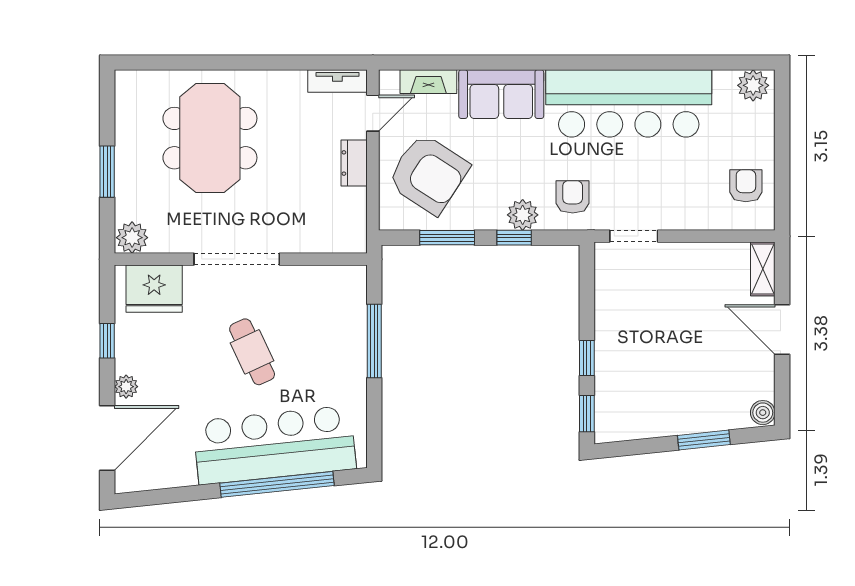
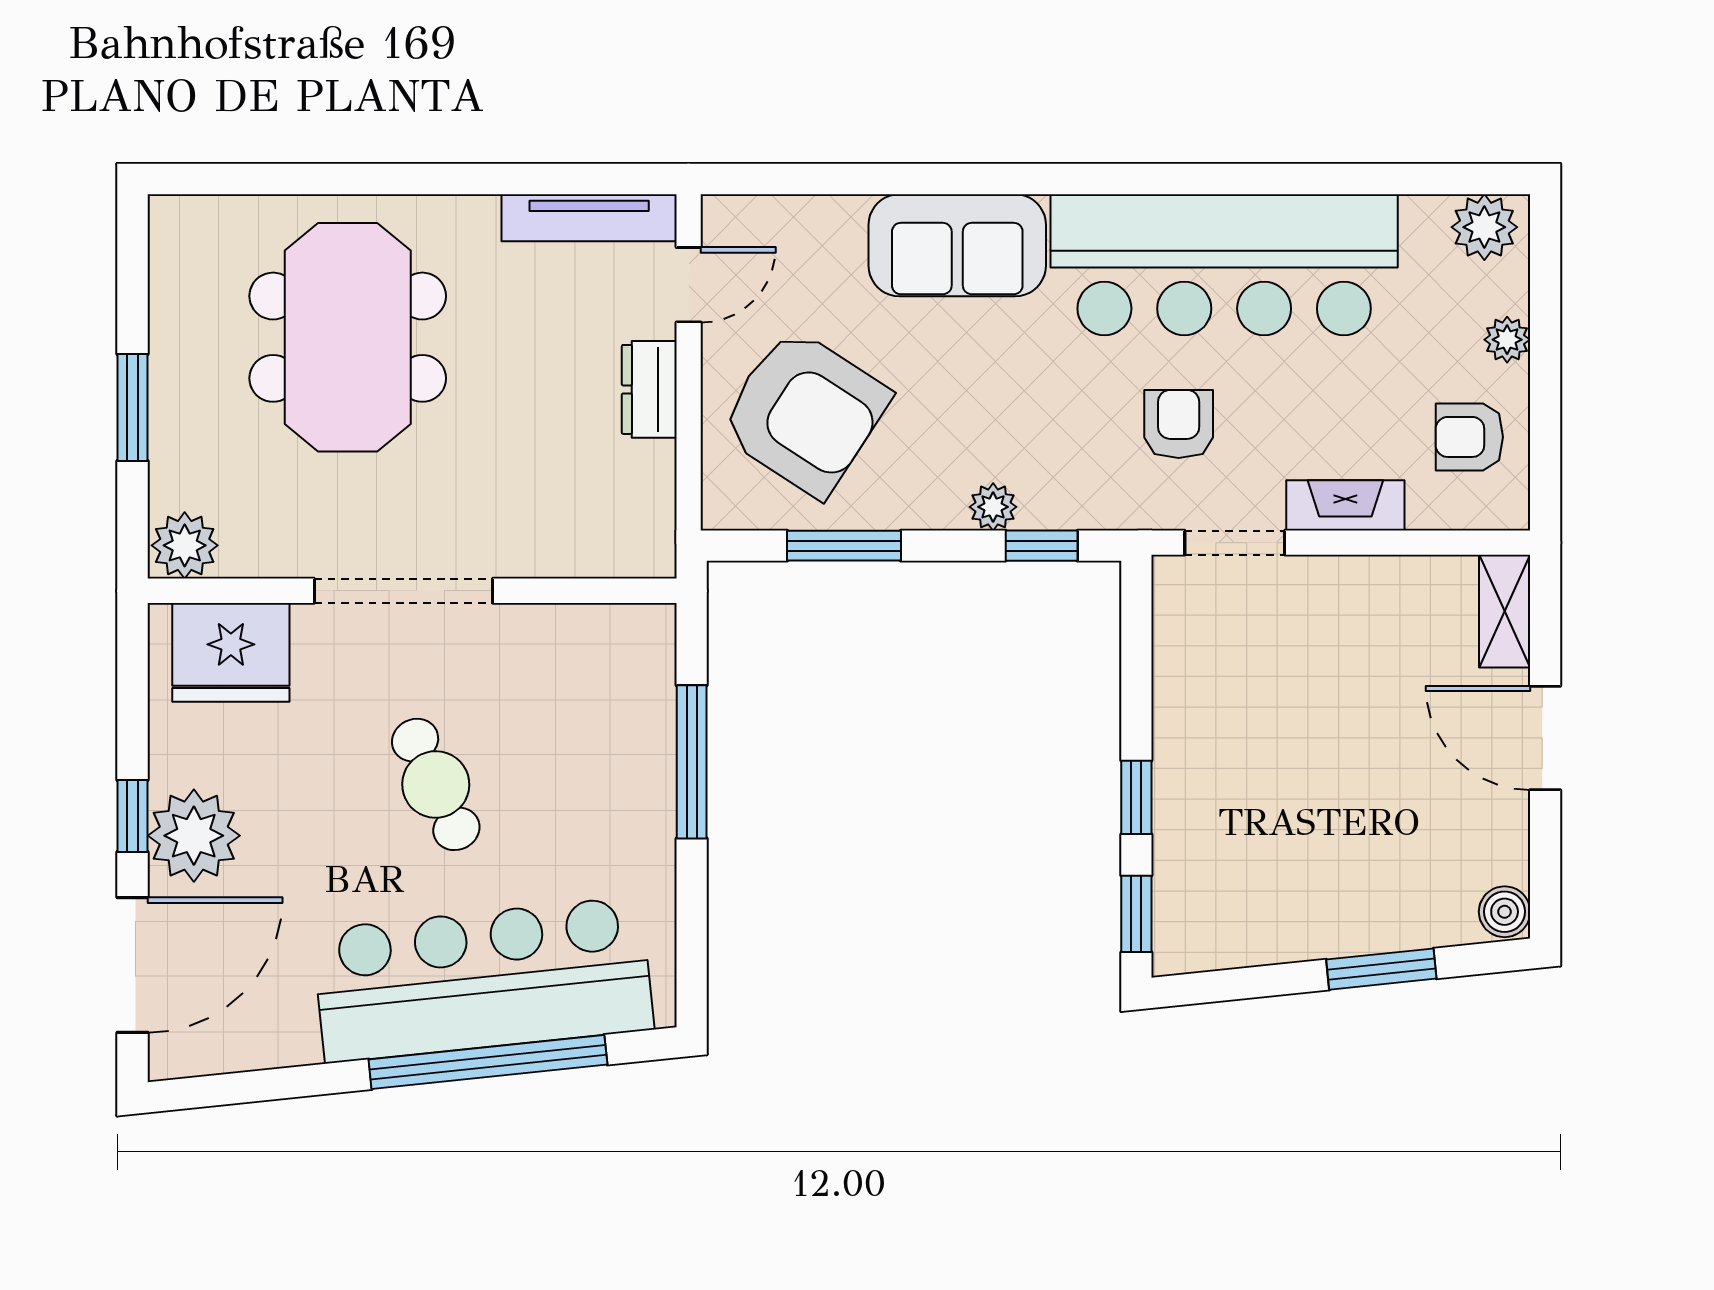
tv unit: (337, 81) -> (589, 218), width x1.41
fireplace: (428, 82) -> (1345, 505), moved, turned 180
plant: (764, 139) -> (1507, 340), added
armchair: (746, 186) -> (1469, 437), turned -90
armchair: (573, 197) -> (1179, 424), moved
plant: (523, 215) -> (993, 507), width x0.73, depth x0.73
window: (514, 238) -> (1042, 546), moved
window: (107, 341) -> (133, 816), moved
plant: (126, 387) -> (194, 836), width x1.87, depth x1.87

